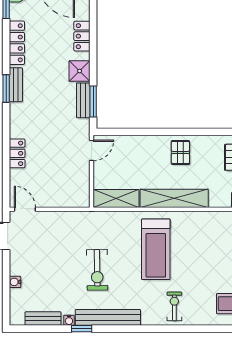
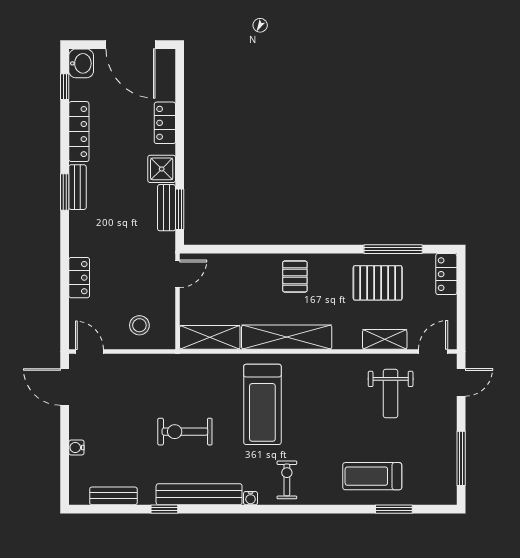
stool: (63, 189) -> (139, 325), added
exercise bike: (97, 270) -> (185, 432), turned 91
water cooler: (69, 320) -> (251, 498), moved

